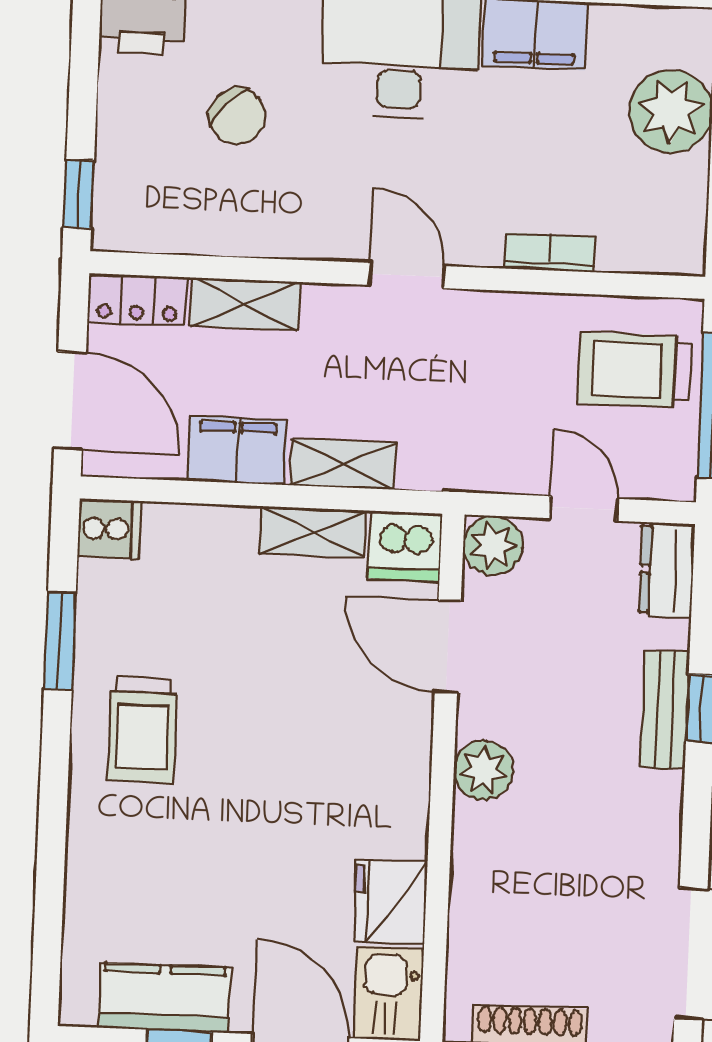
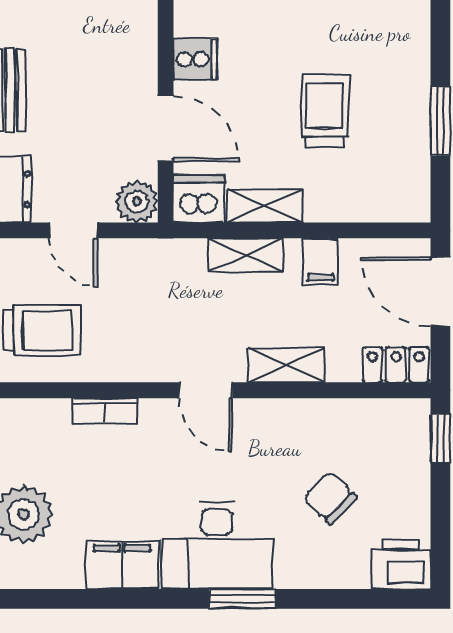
shelving: (245, 304) -> (286, 365), moved
filing cabinet: (237, 450) -> (320, 261), width x0.50
cooker: (109, 529) -> (195, 59), moved, turned 180
trolley: (142, 730) -> (325, 111), moved
plant: (483, 770) -> (137, 42), removed

